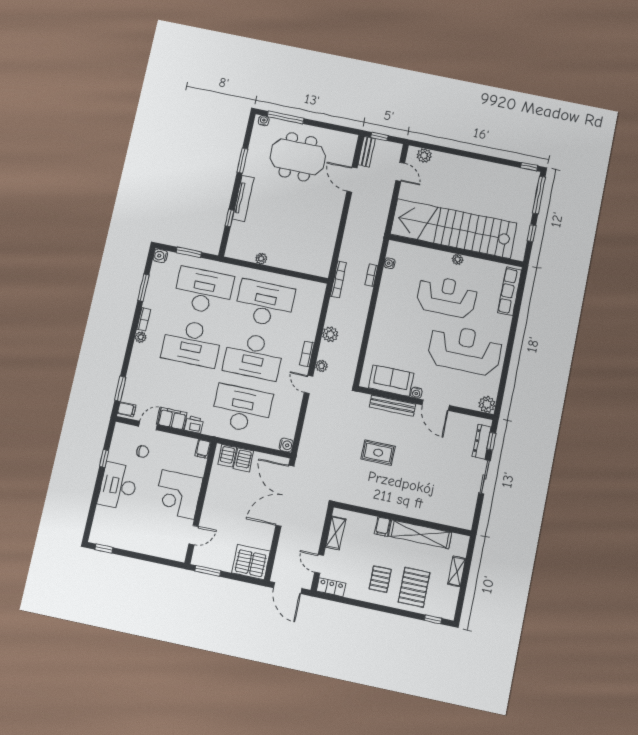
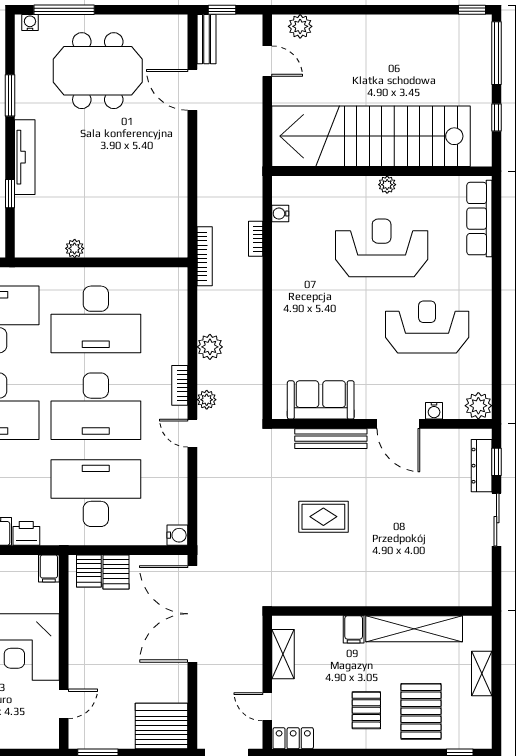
desk: (265, 304) -> (96, 319), turned 180
reception desk: (465, 350) -> (427, 327), width x0.74, depth x0.77
water cooler: (416, 393) -> (434, 411), moved

